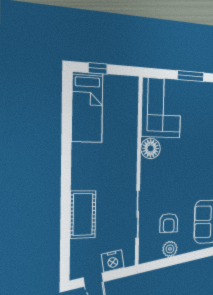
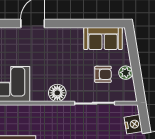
floor lamp: (151, 148) -> (57, 93), moved

